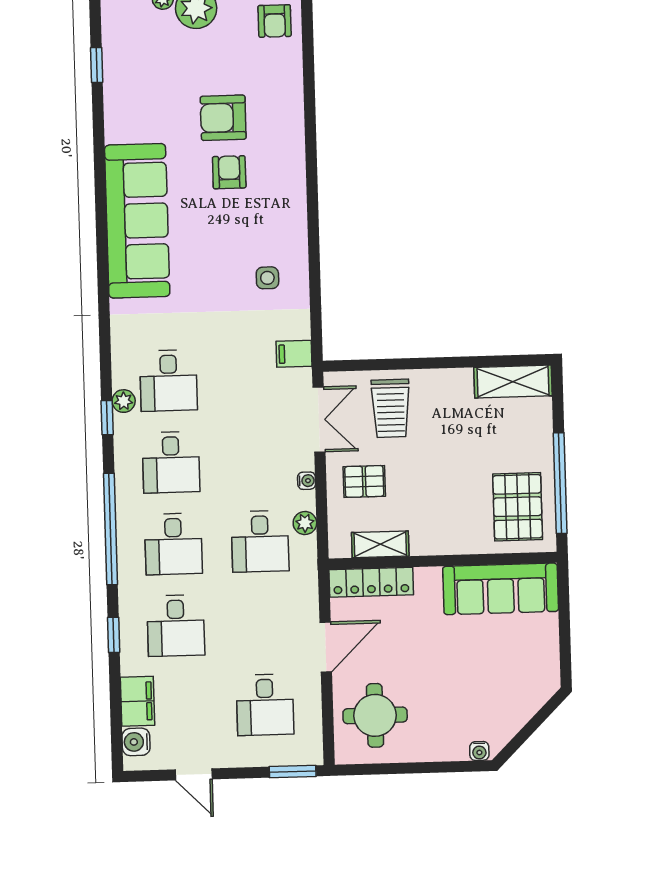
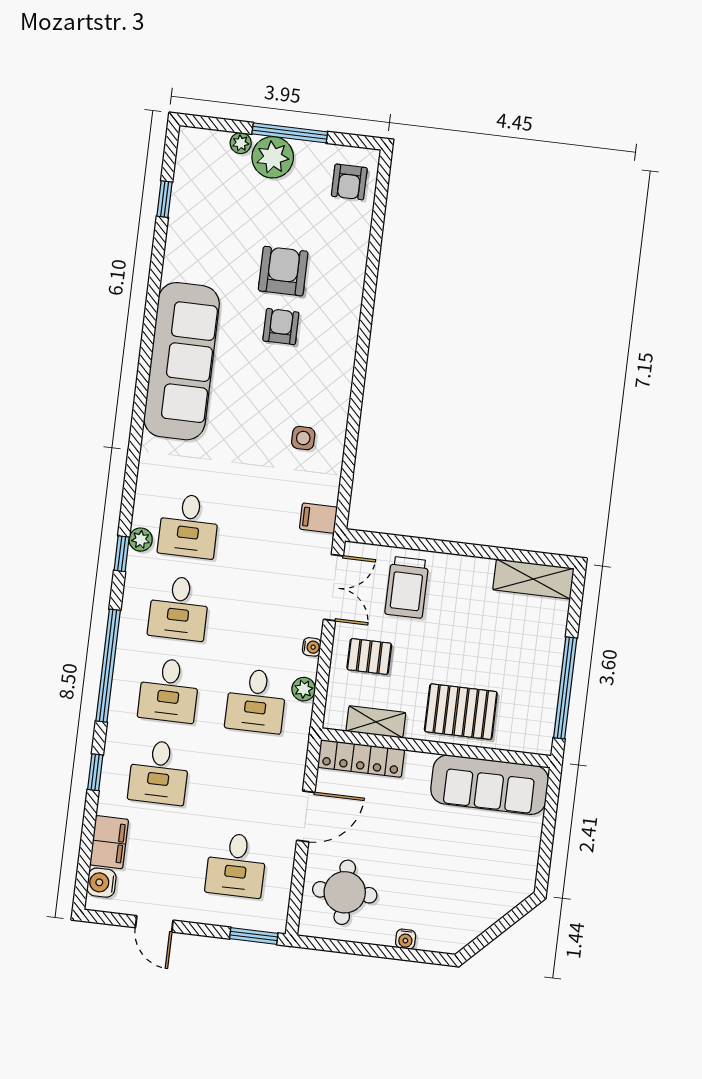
armchair: (223, 118) -> (283, 271), turned 90
pallet: (518, 507) -> (461, 712), moved, turned 90
water cooler: (479, 751) -> (406, 939), moved

